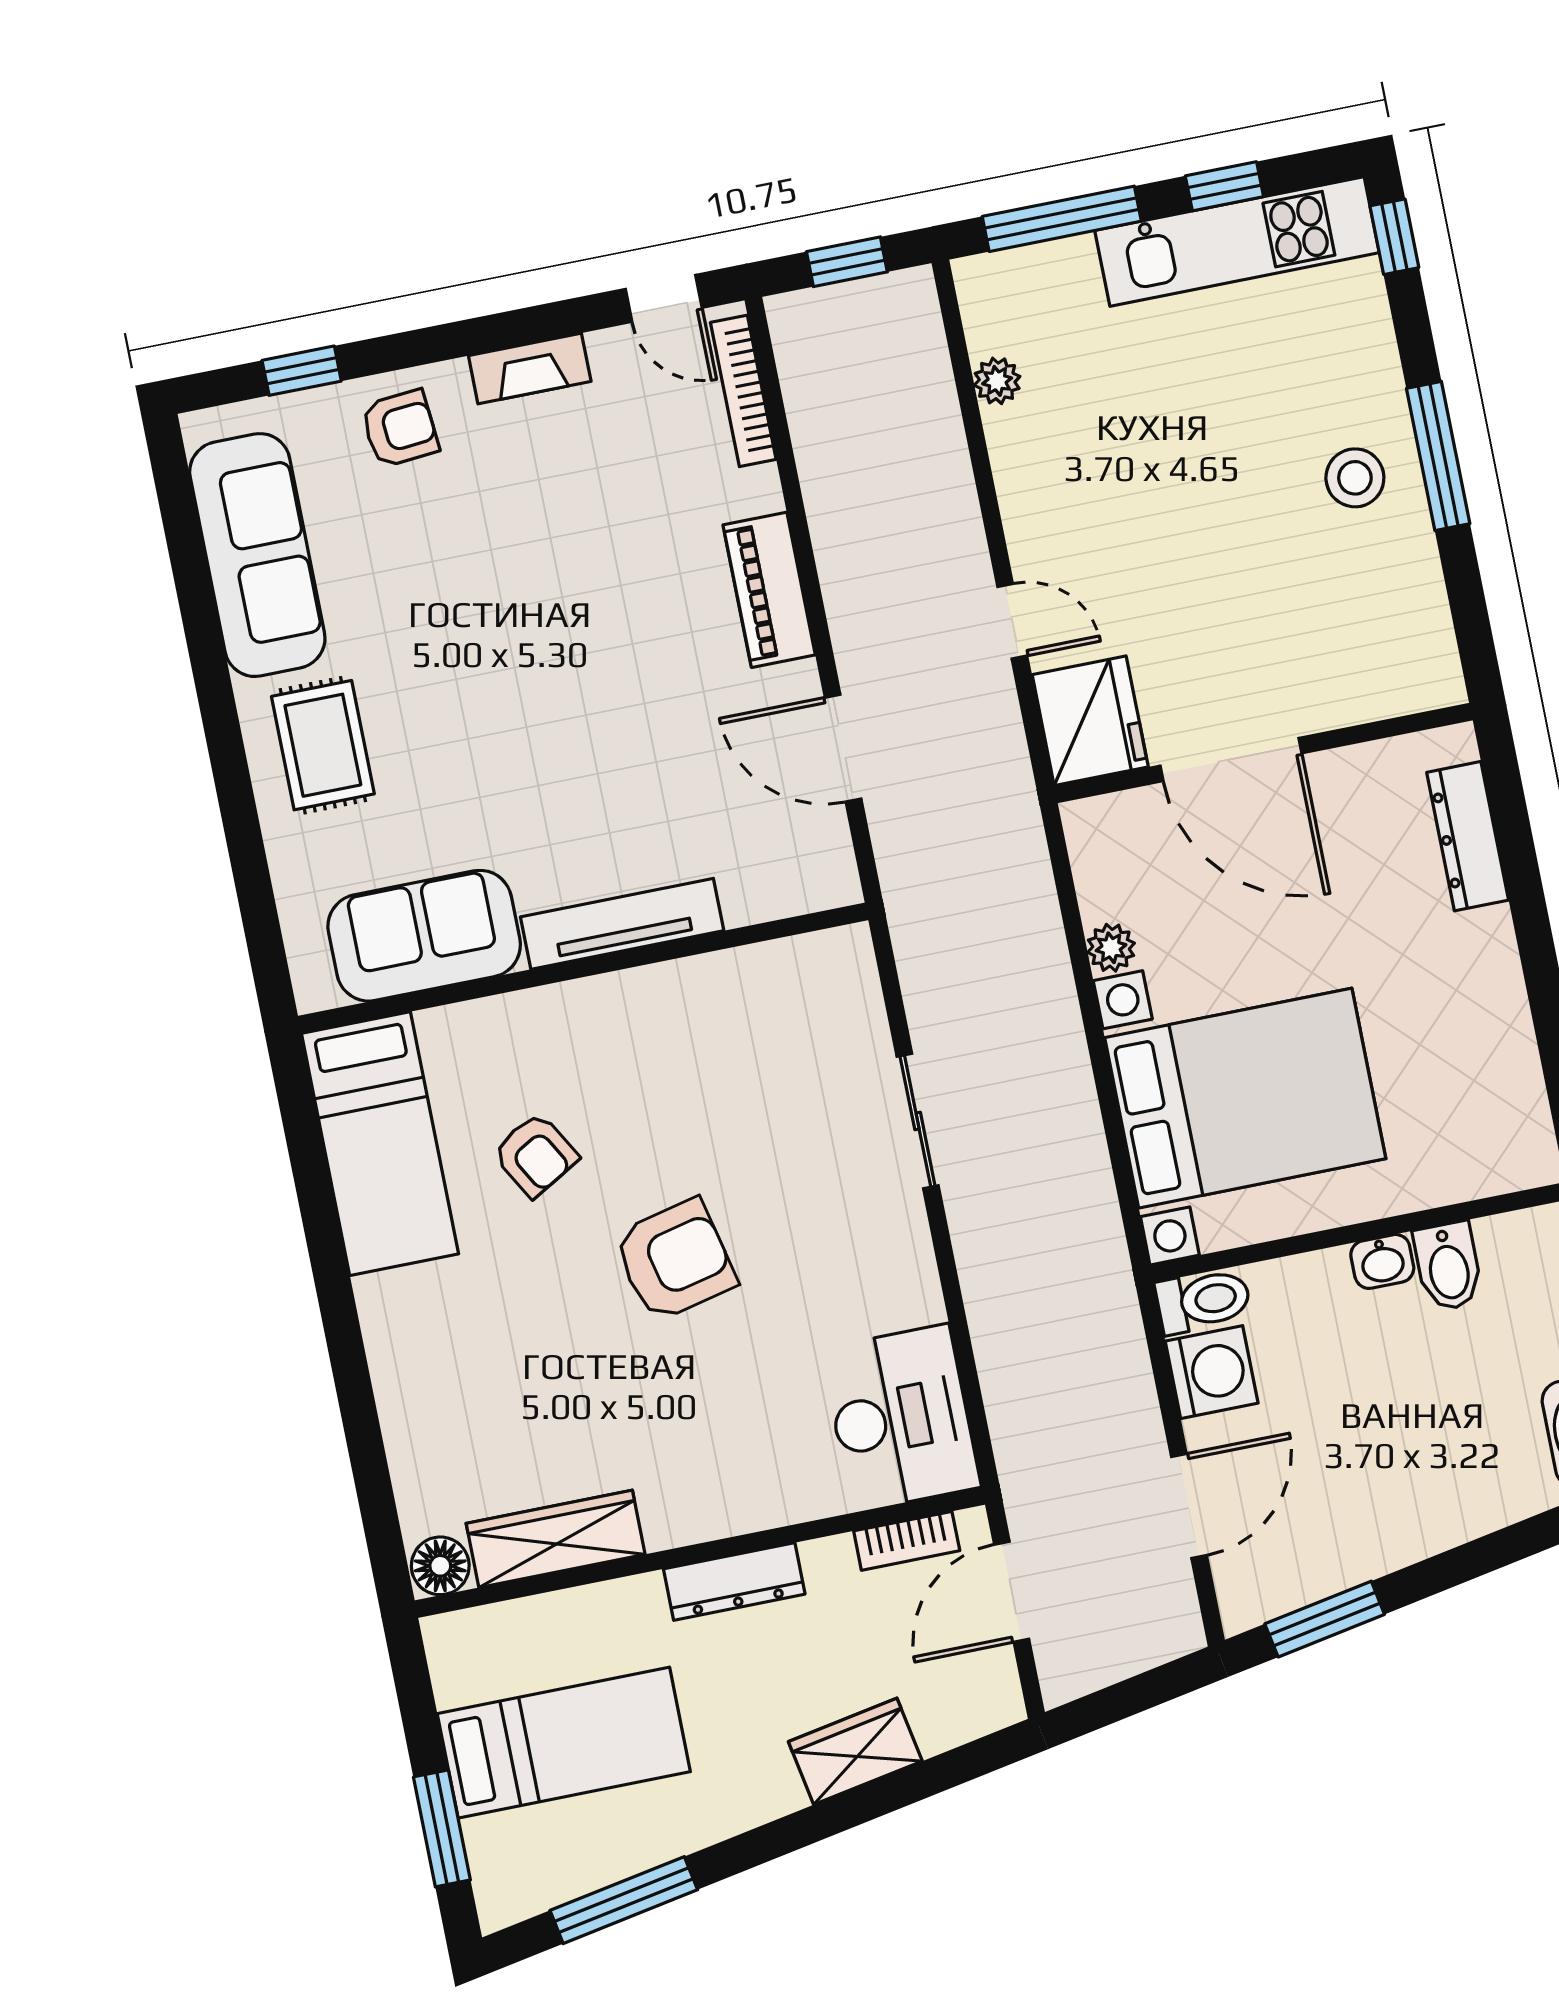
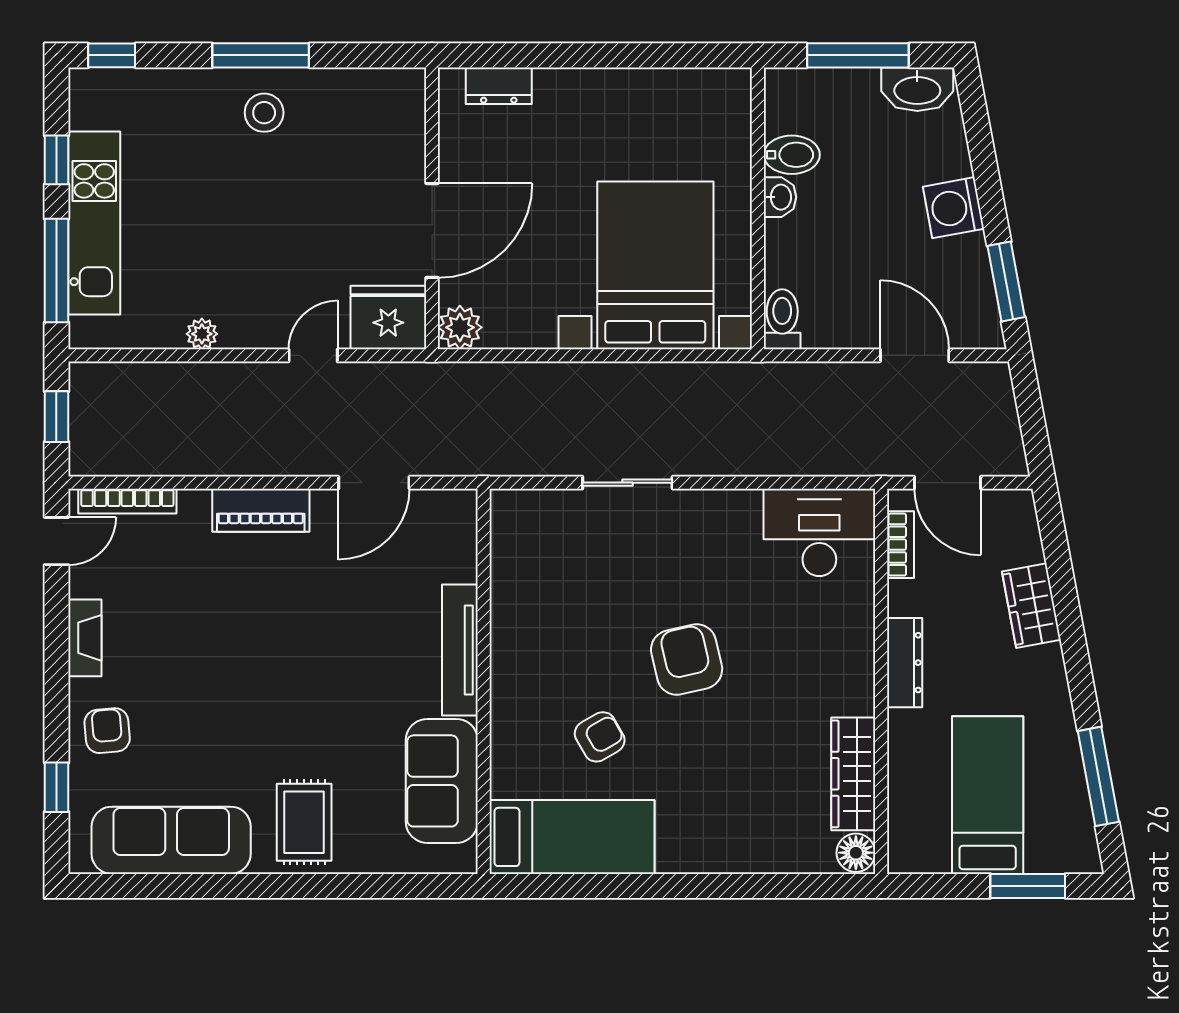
kitchen unit: (1237, 242) -> (94, 223), moved
plant: (997, 381) -> (202, 334), moved
rug: (323, 745) -> (304, 822), turned 90
dresser: (1468, 836) -> (499, 86), width x0.70
plant: (1111, 948) -> (460, 327), moved, width x1.38, depth x1.38
washing machine: (1212, 1372) -> (954, 208), moved, turned -101

